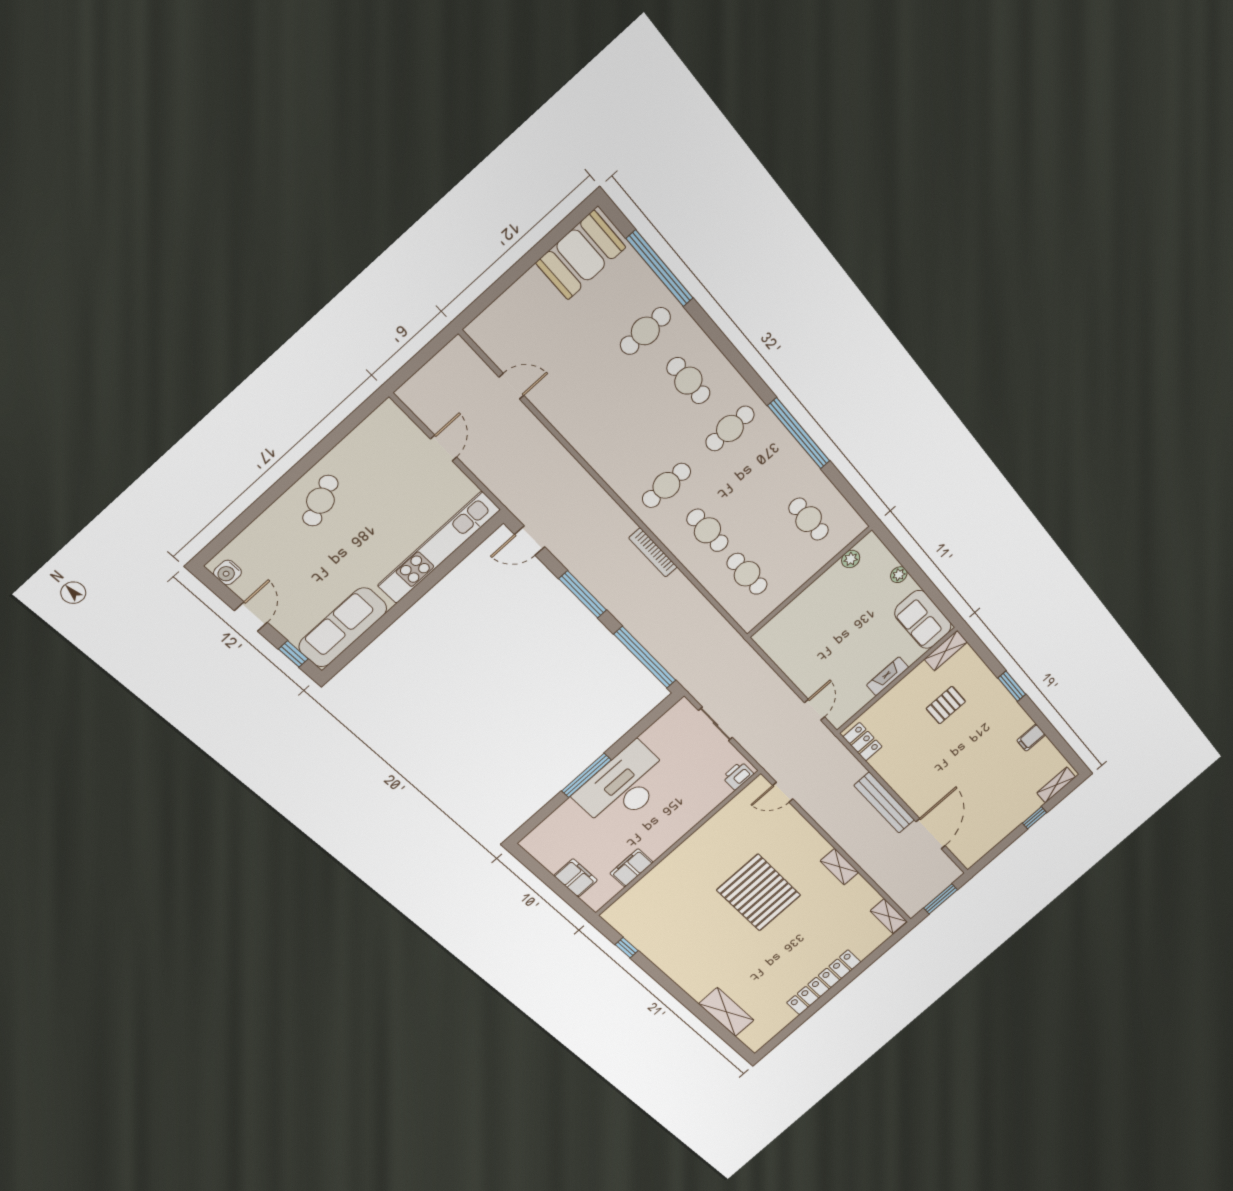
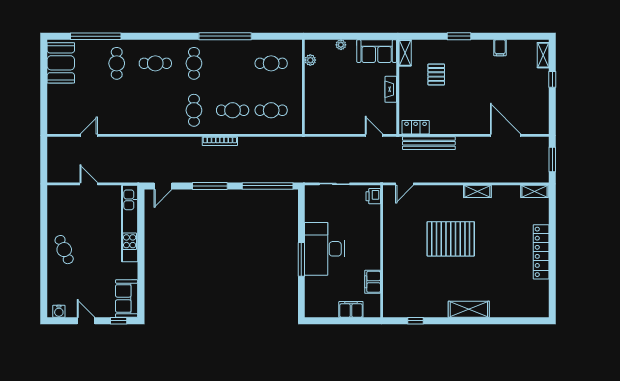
sofa: (343, 627) -> (127, 298), width x0.73
bench: (884, 803) -> (429, 143), moved
shelving: (726, 1012) -> (469, 309), moved

